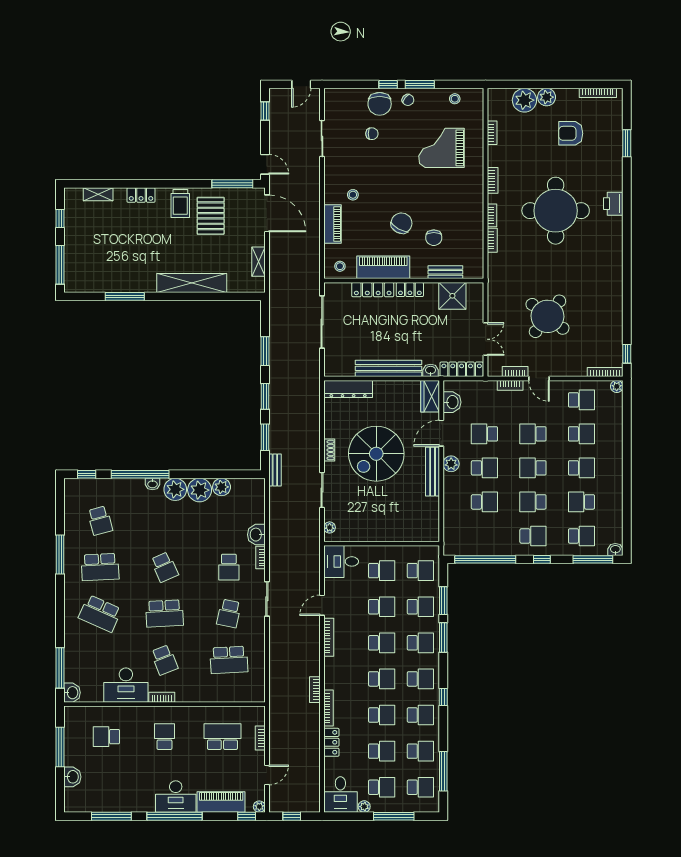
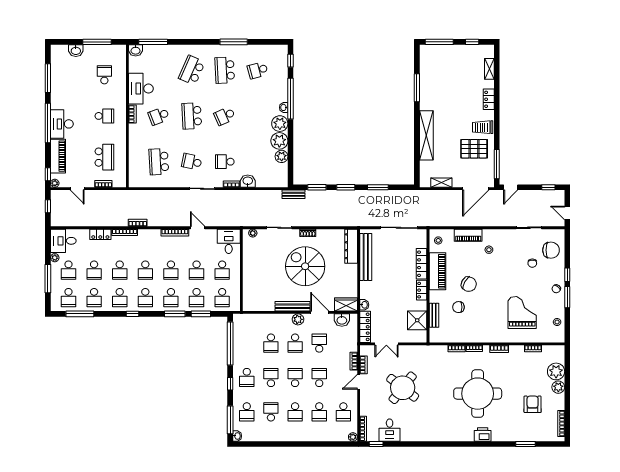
chair: (380, 104) -> (551, 250), moved, turned 180
desk: (607, 335) -> (390, 430), added
bench: (389, 368) -> (366, 257), moved

